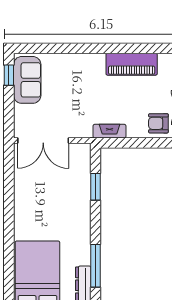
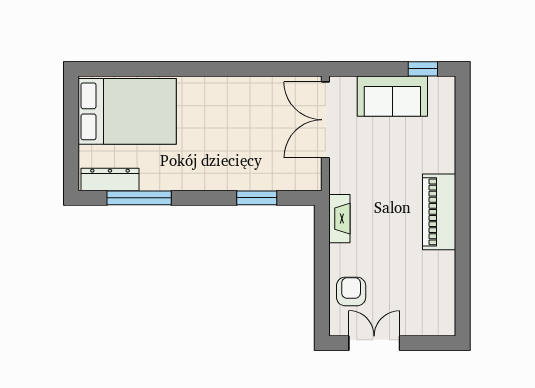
piano: (132, 64) -> (439, 212), moved
sofa: (27, 80) -> (392, 96), moved

